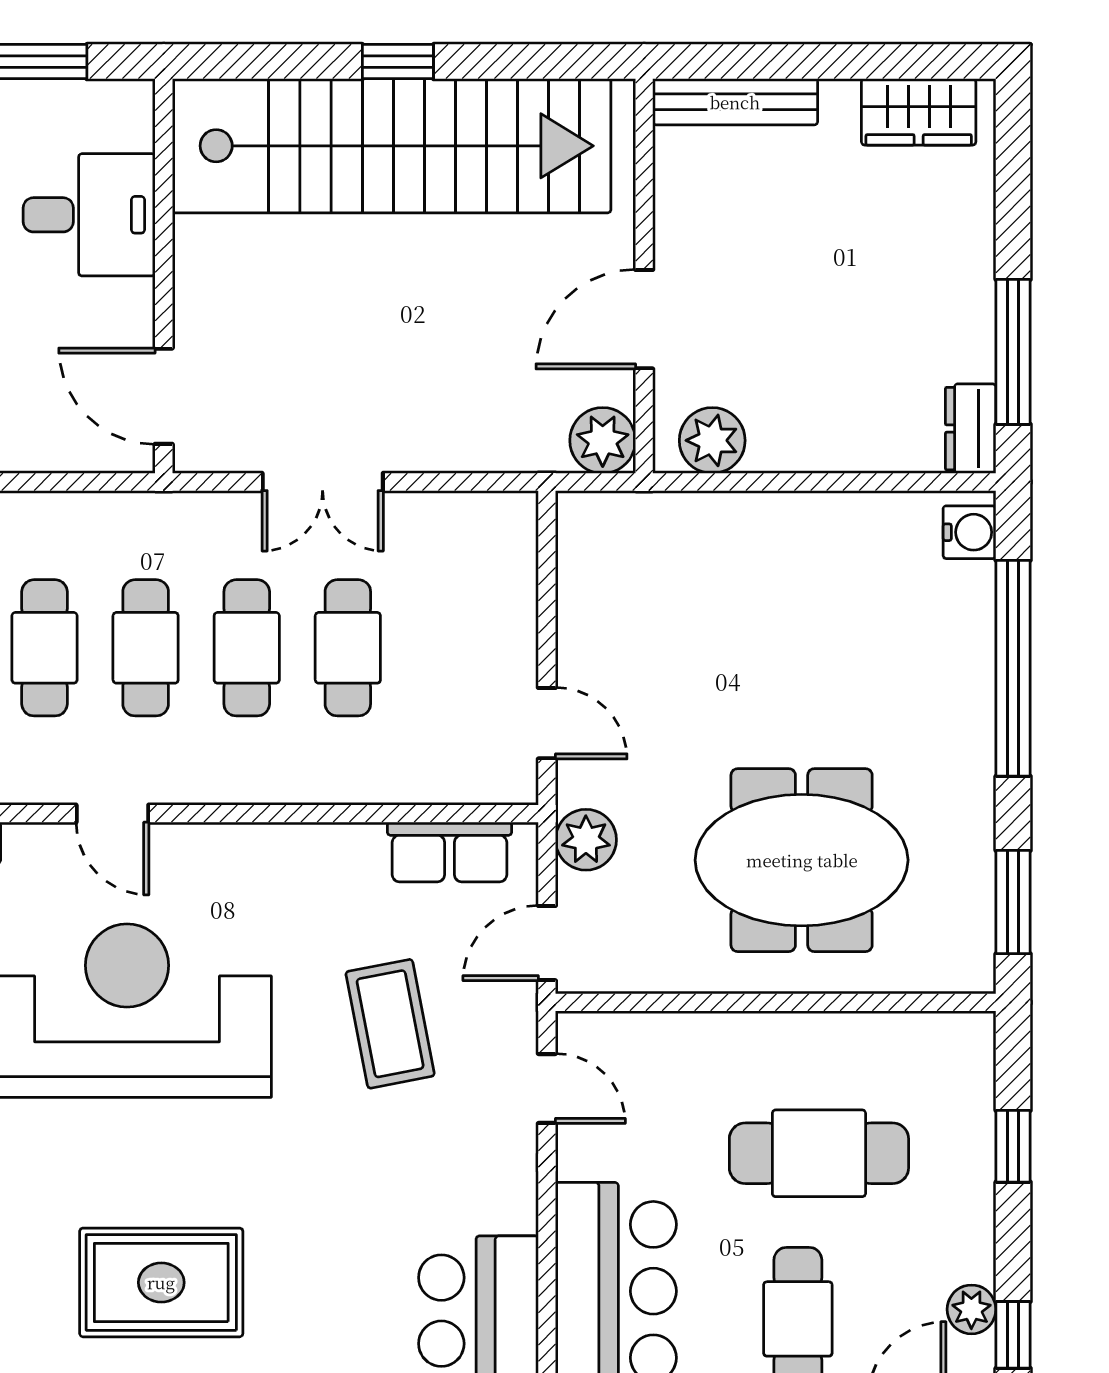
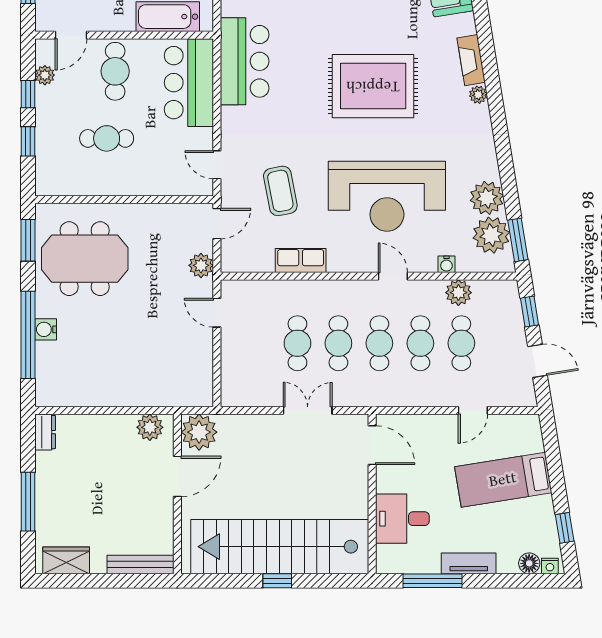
window: (1013, 352) -> (28, 502), moved
plant: (603, 440) -> (199, 432), width x1.36, depth x1.36
water cooler: (969, 532) -> (46, 329), moved
row of seats: (450, 852) -> (301, 261), moved
meeting table: (802, 860) -> (85, 259), moved
cafe table: (819, 1153) -> (107, 138), width x0.73, depth x0.74
rug: (161, 1282) -> (373, 86), width x1.37, depth x1.44
window: (1013, 1335) -> (28, 94), moved

